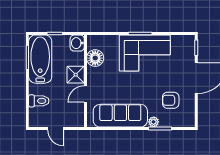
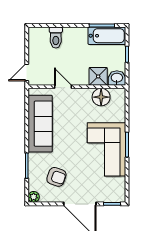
bathtub: (40, 59) -> (107, 36), width x0.73, depth x0.73
shower: (76, 75) -> (98, 76), moved
armchair: (171, 100) -> (56, 177), turned 109
plant: (154, 122) -> (34, 197), moved
door: (56, 128) -> (27, 72), moved

